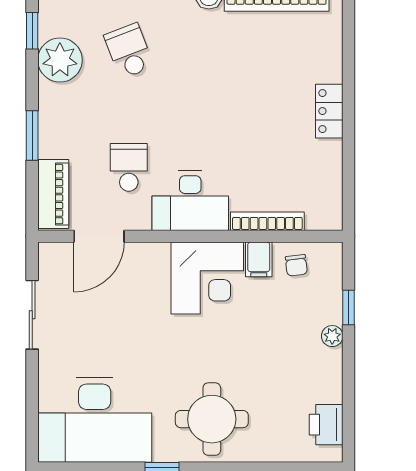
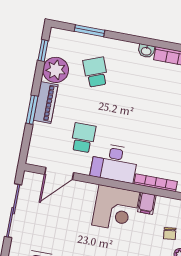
piano: (53, 194) -> (46, 103), moved
chair: (296, 265) -> (170, 234), moved
sliding door: (32, 315) -> (13, 211), width x1.37

